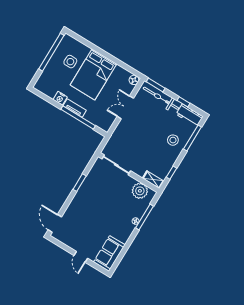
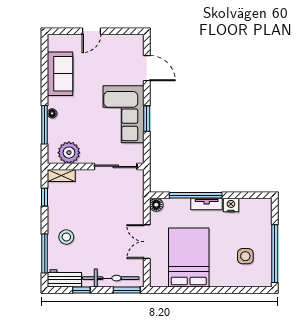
bed: (93, 74) -> (189, 257), moved
floor lamp: (134, 80) -> (156, 205), moved
double door: (125, 107) -> (147, 242), swing flipped
corner sofa: (92, 194) -> (123, 114), added
door: (55, 223) -> (147, 68), moved
sofa: (109, 253) -> (60, 74), moved
door: (81, 257) -> (92, 31), swing flipped

